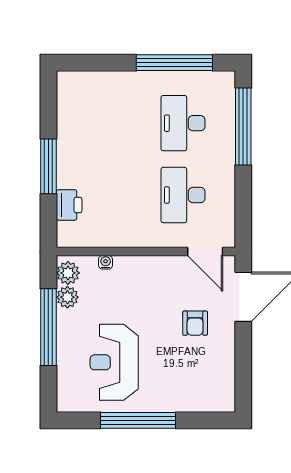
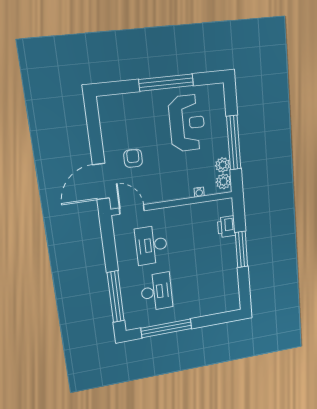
desk: (183, 195) -> (151, 245), turned 180

